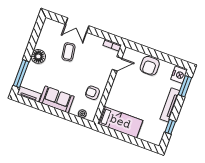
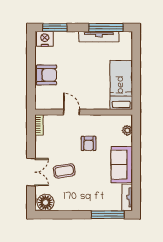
floor lamp: (38, 56) -> (45, 203), moved
door: (117, 64) -> (72, 112), moved
armchair: (93, 93) -> (89, 143), moved
tv unit: (170, 105) -> (99, 37), moved
window: (170, 127) -> (106, 27), width x2.17

